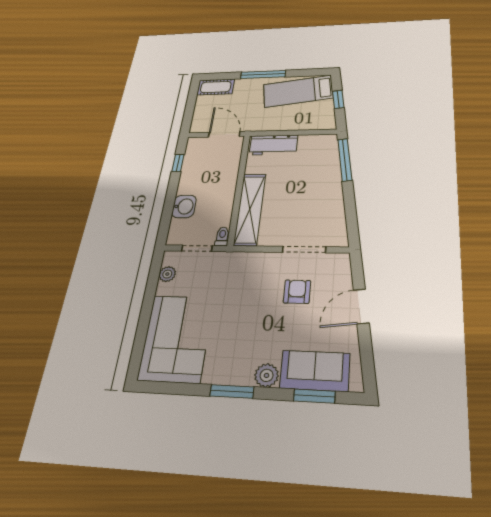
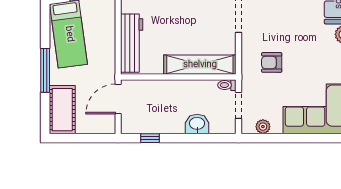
cot: (216, 87) -> (62, 110), width x1.37, depth x1.34
workbench: (273, 145) -> (132, 43), width x1.38
armchair: (297, 292) -> (272, 62), moved

